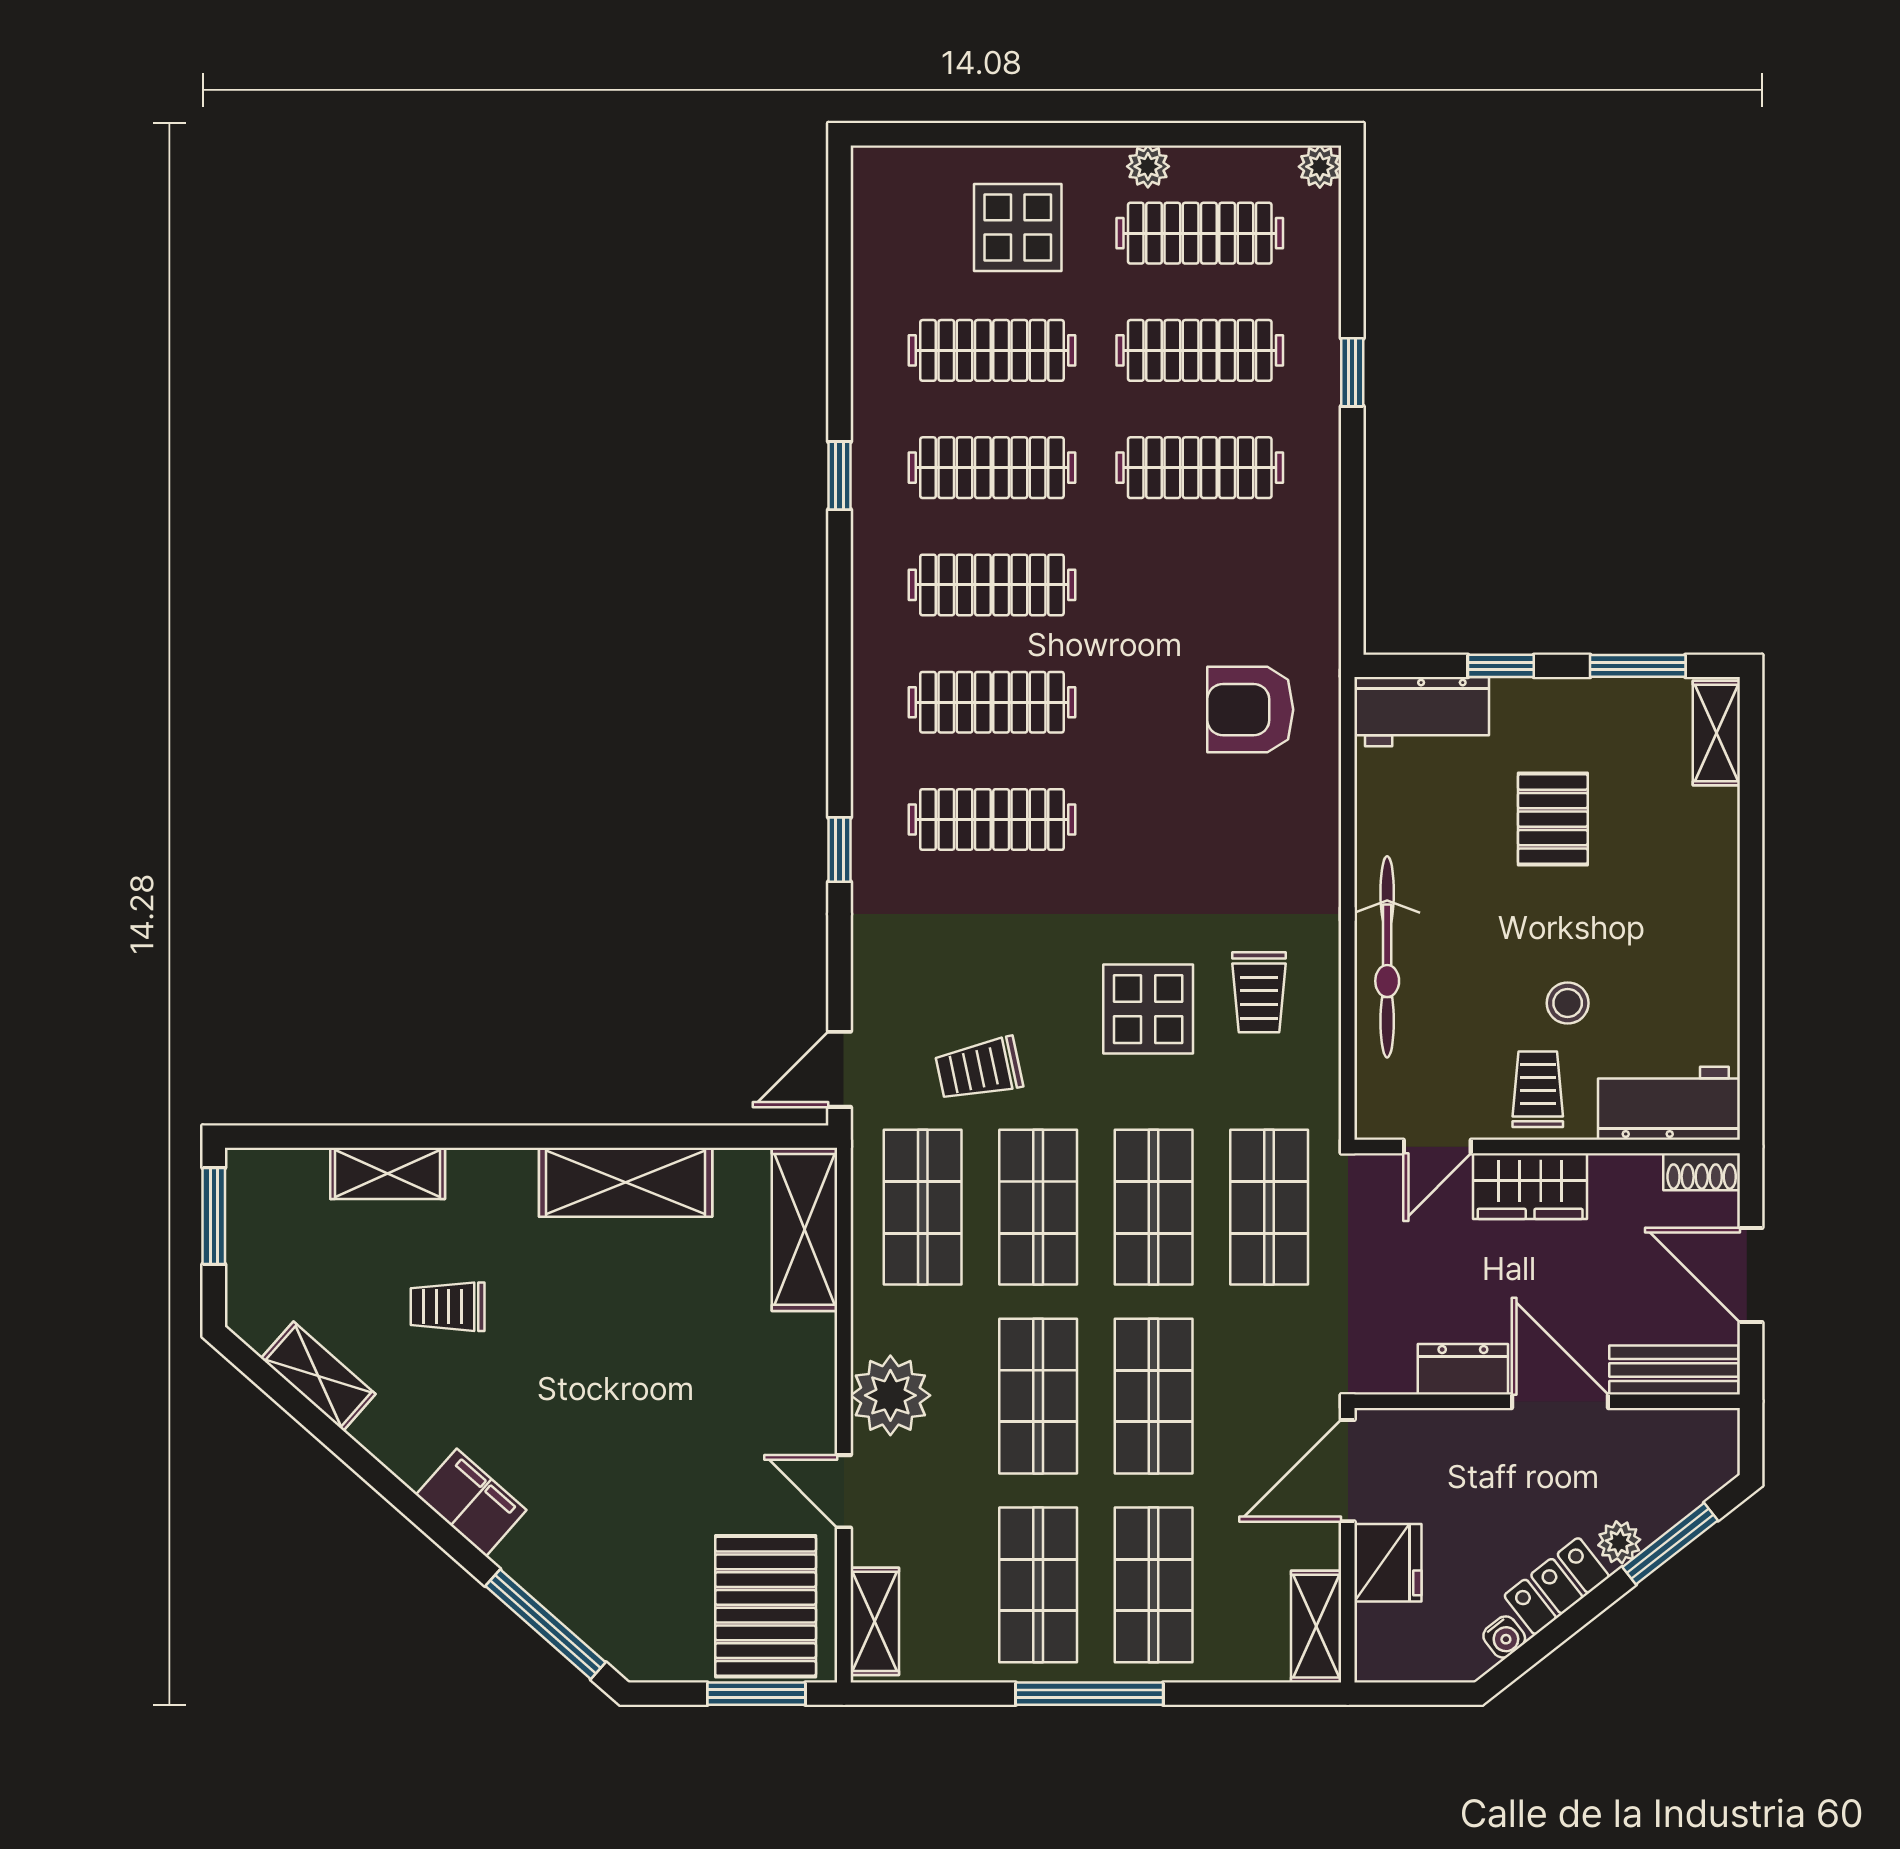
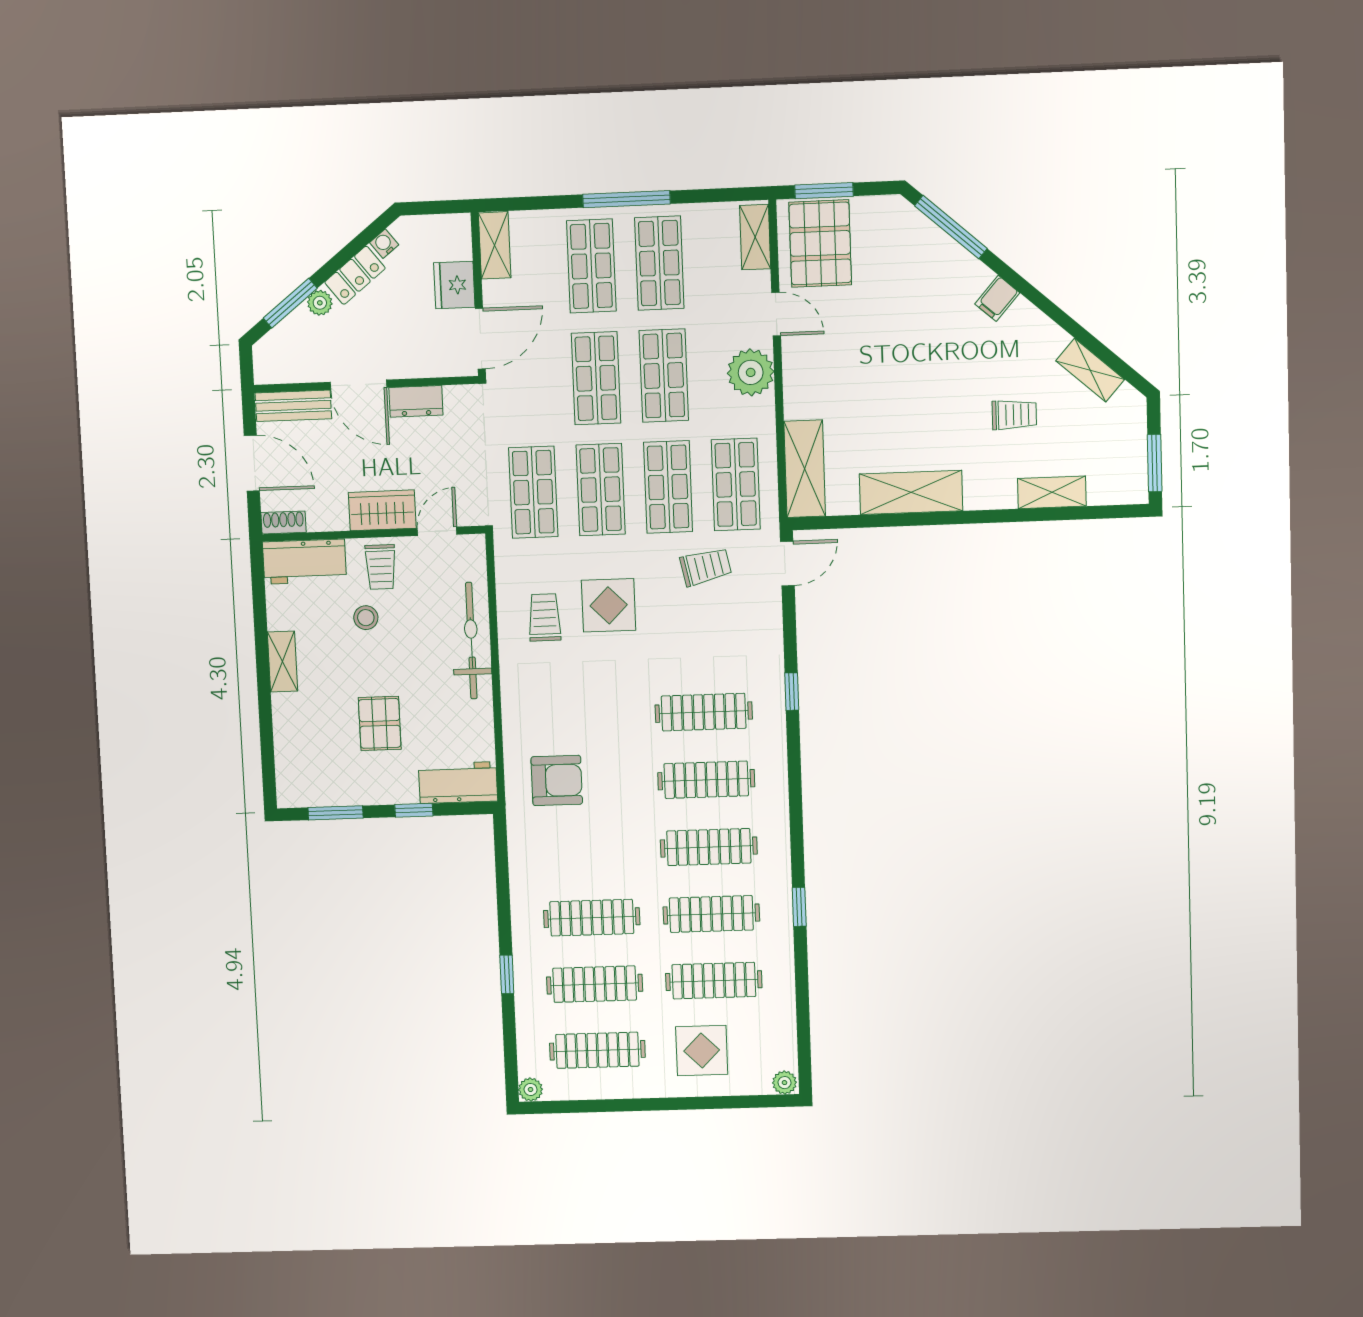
plant: (1148, 166) -> (784, 1083), moved
shelving: (1716, 733) -> (282, 661), moved
filing cabinet: (471, 1502) -> (997, 298), width x0.50

